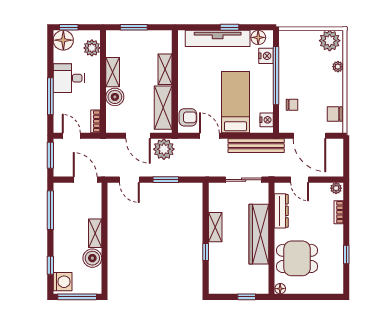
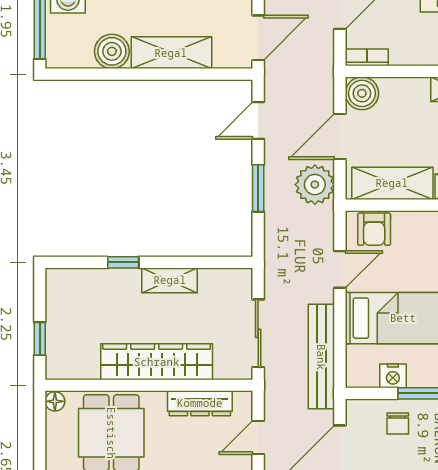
boiler: (115, 97) -> (362, 93), moved
nightstand: (267, 120) -> (393, 376), moved
shelving: (95, 233) -> (171, 53), width x1.50, depth x1.33

